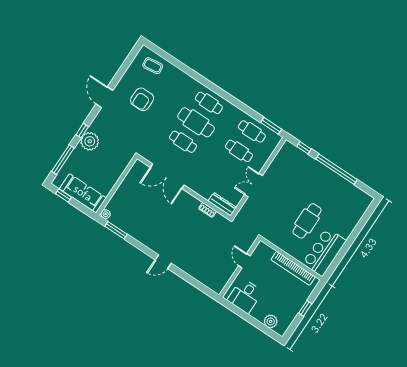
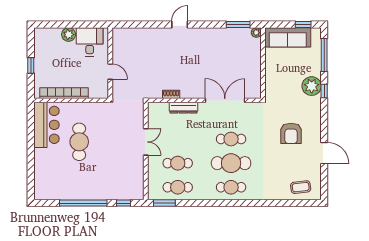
door: (104, 97) -> (324, 153), moved
armchair: (142, 99) -> (291, 133), moved, turned 180
dresser: (222, 204) -> (183, 108), moved
plant: (271, 321) -> (69, 35), moved

